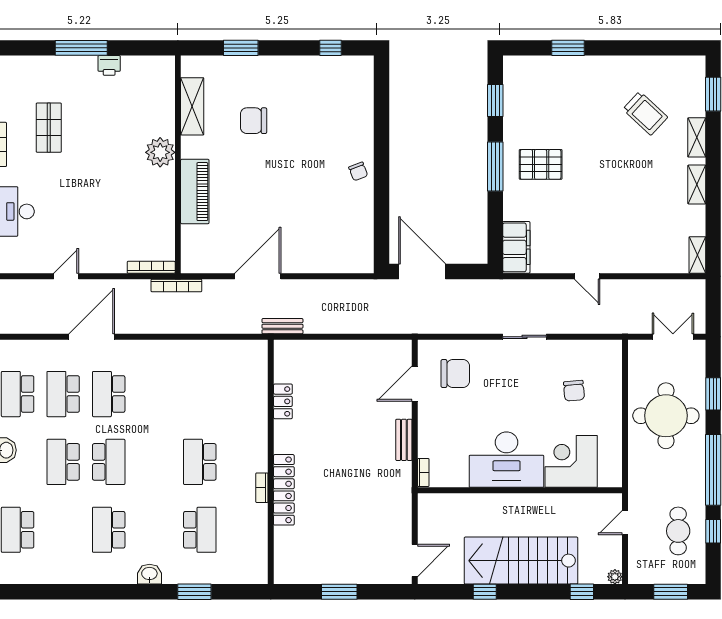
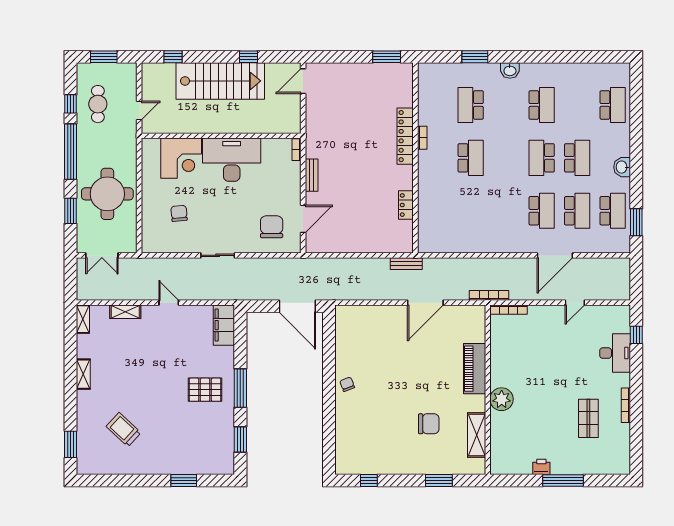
shelving: (697, 137) -> (125, 312), moved, turned 90
chair: (455, 374) -> (272, 227), turned 90
plant: (615, 577) -> (147, 68), removed
window: (339, 592) -> (387, 57), moved

